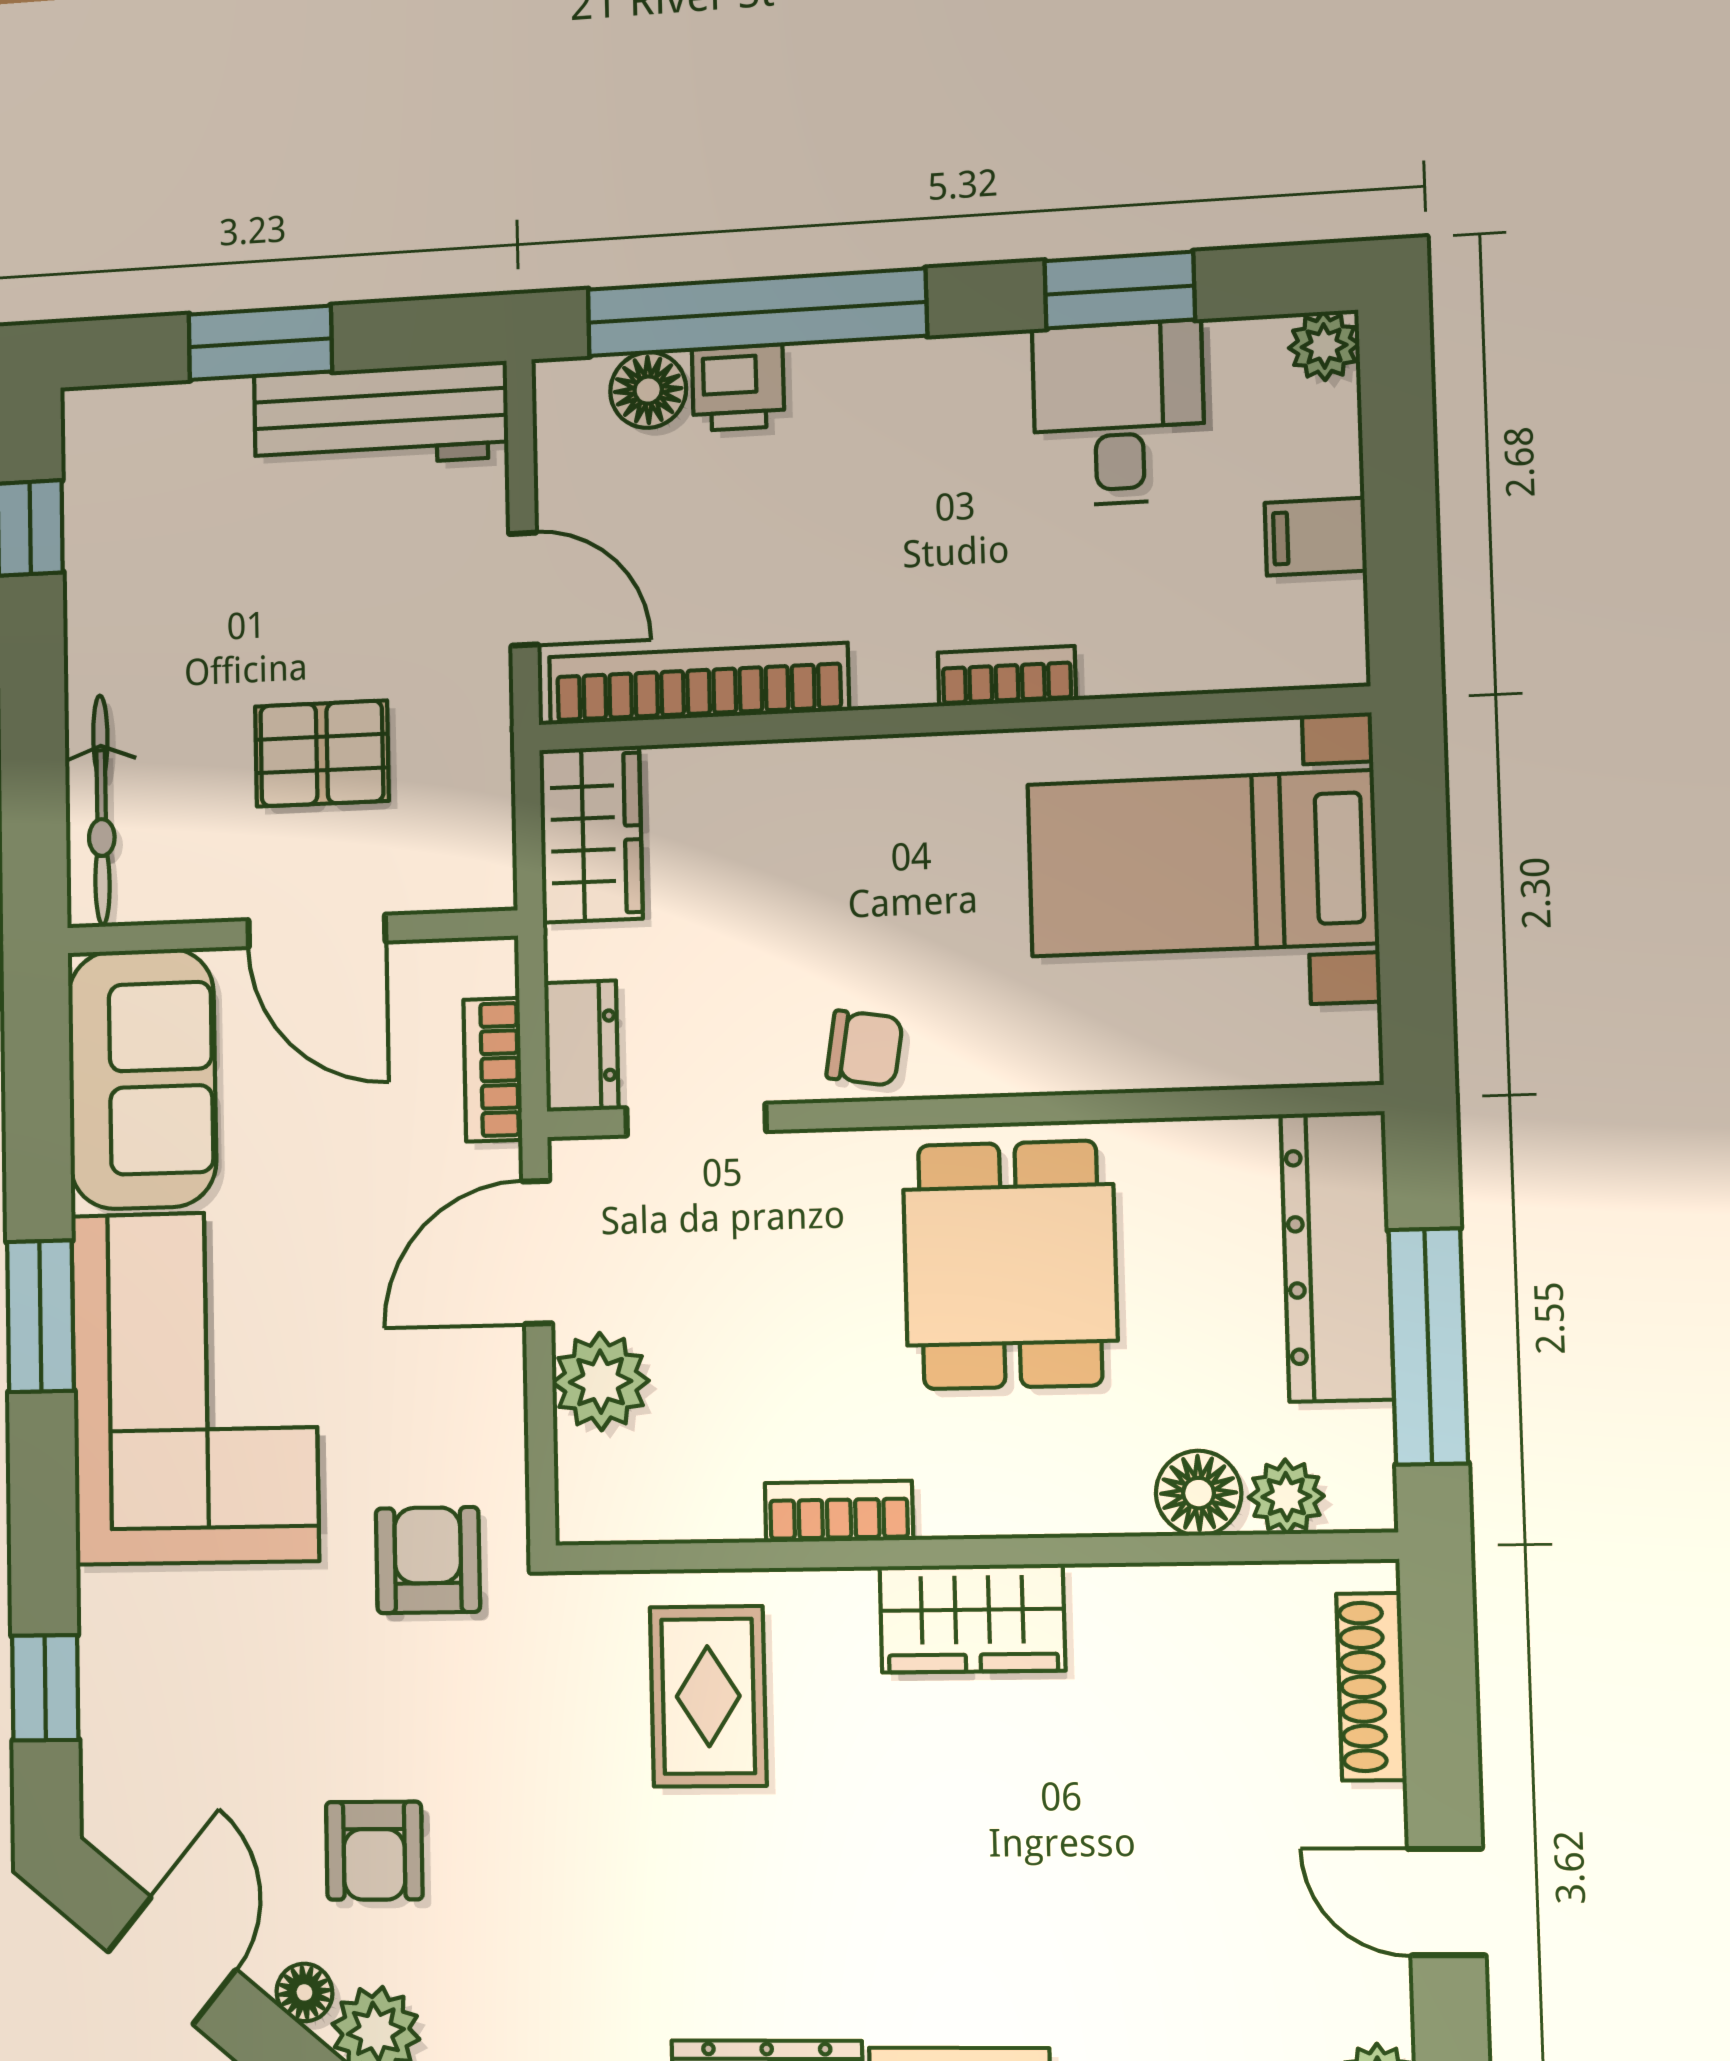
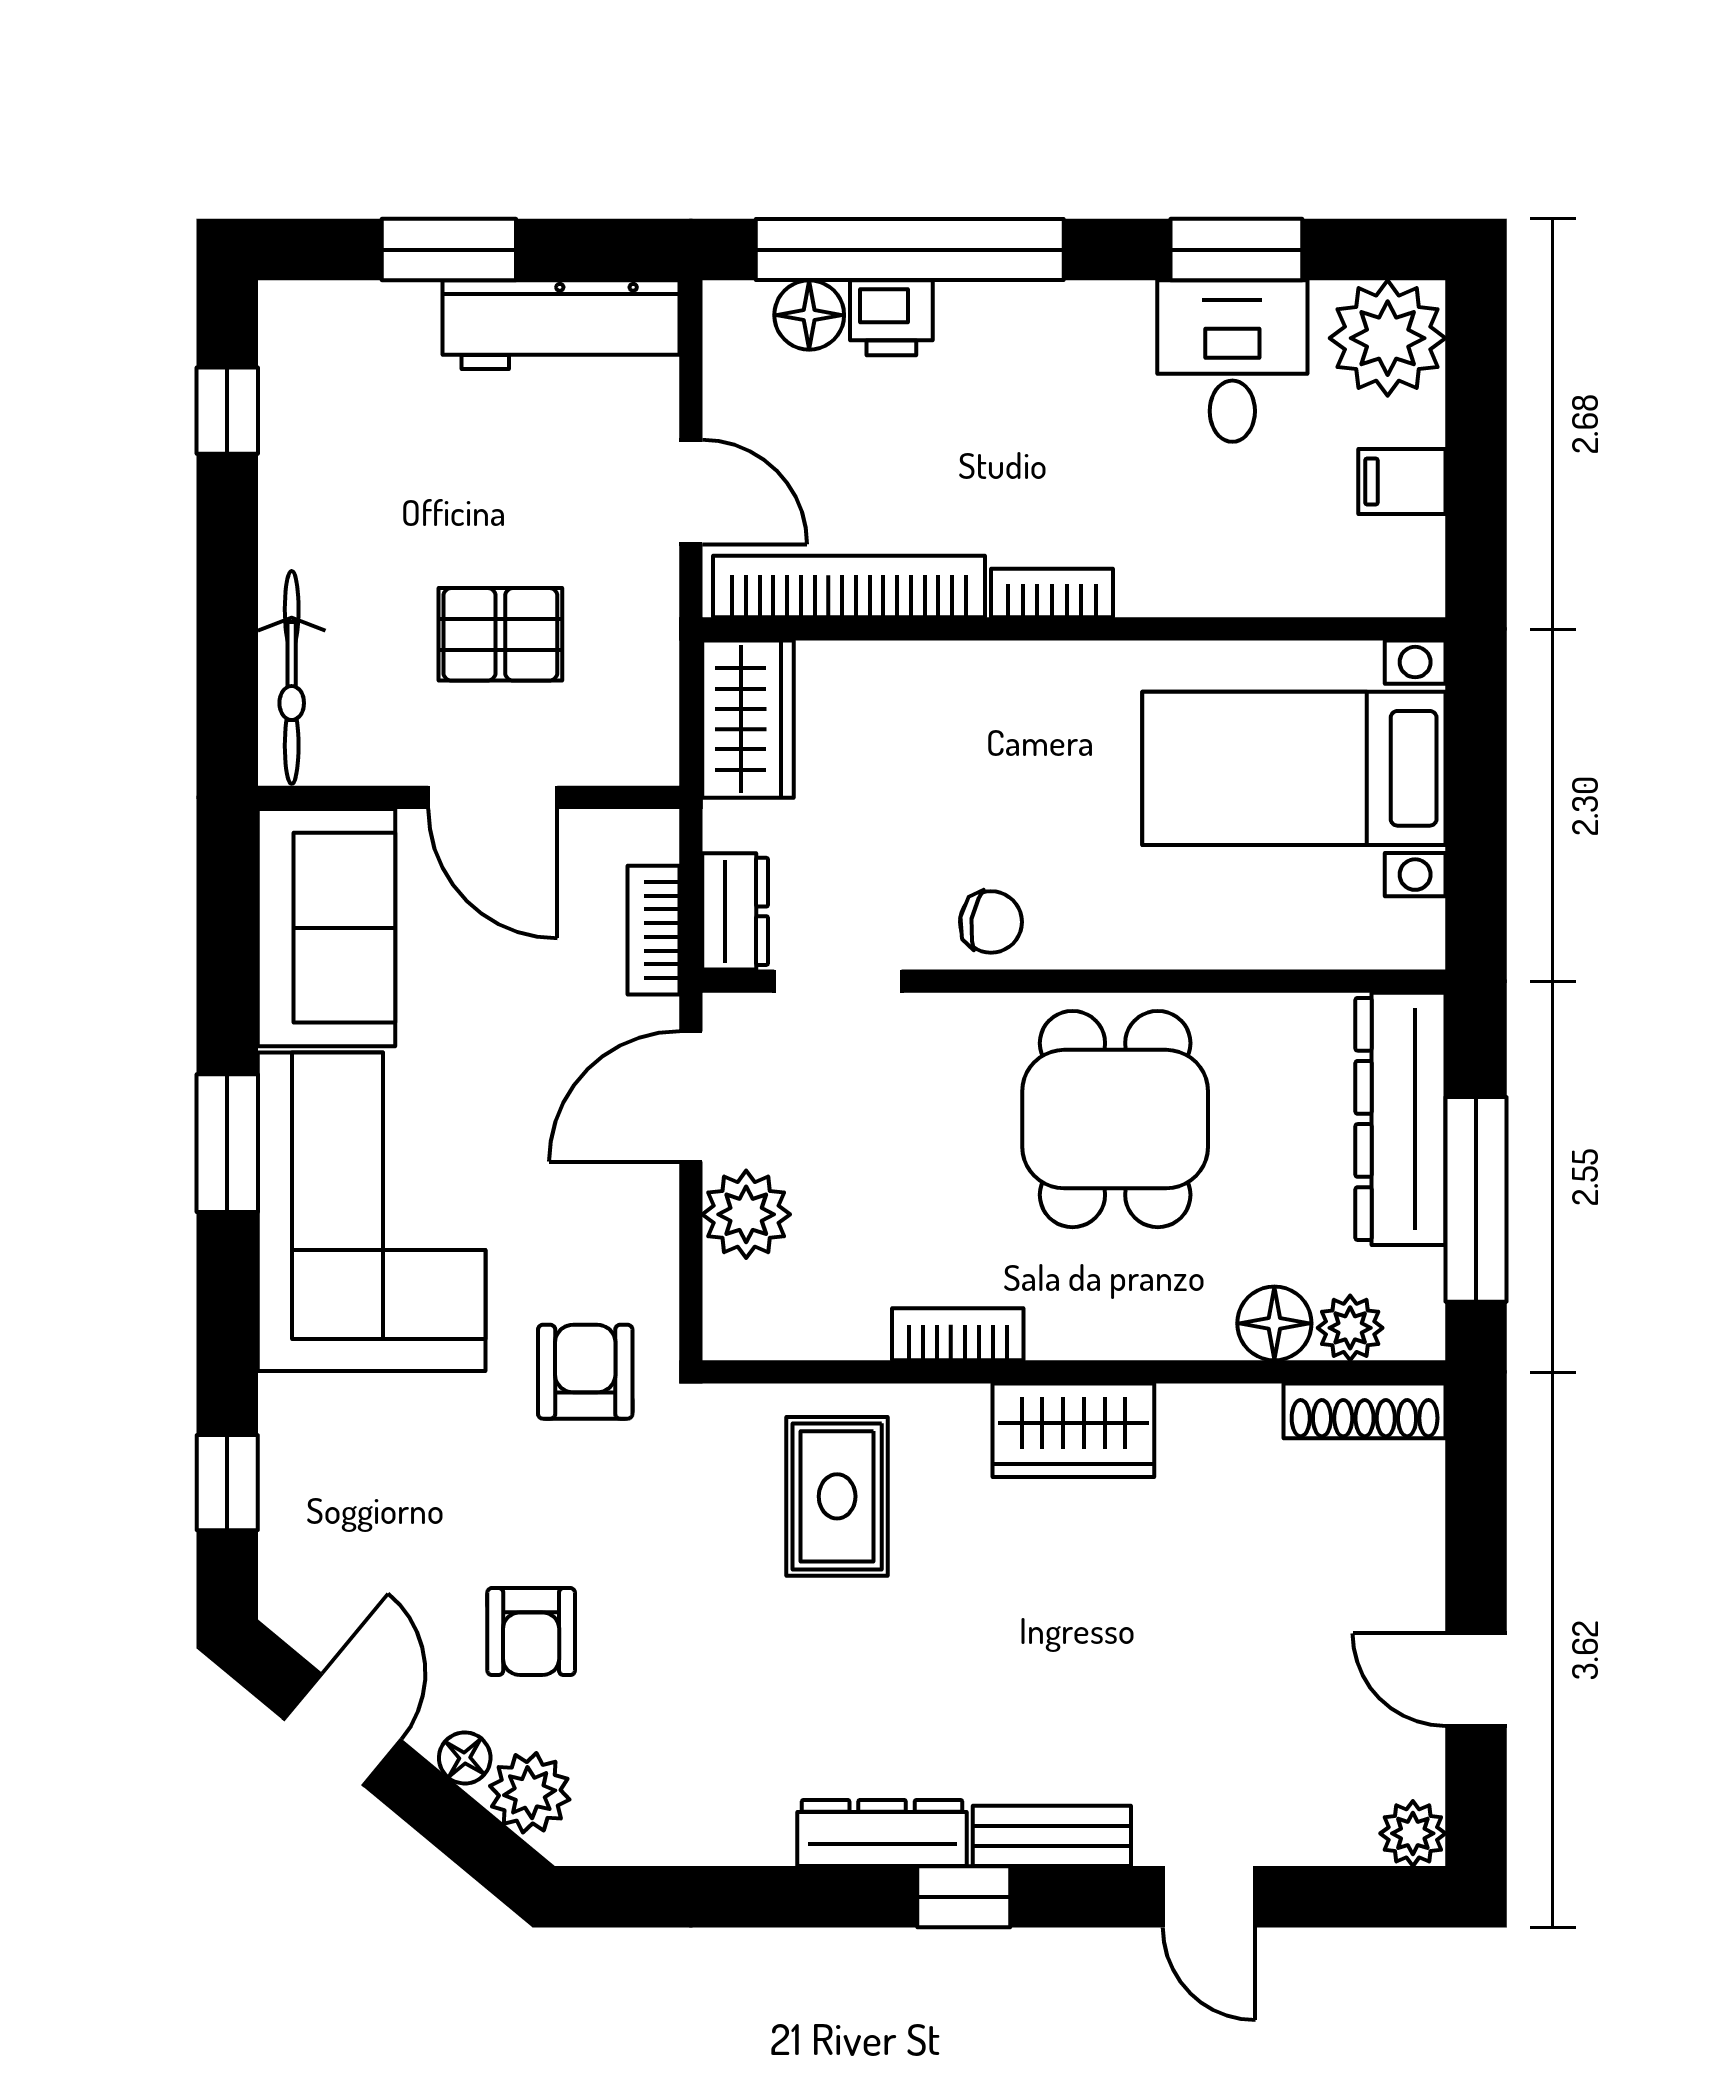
plant: (1324, 346) -> (1388, 338), width x1.87, depth x1.87
bookcase: (1007, 676) -> (1052, 593), moved
shoe rack: (1371, 1687) -> (1365, 1411), moved, turned -90

